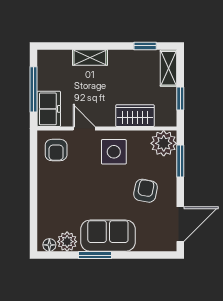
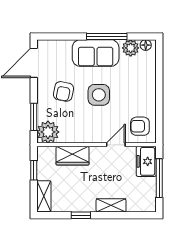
window: (145, 46) -> (81, 215), moved
door: (84, 129) -> (116, 145), swing flipped
armchair: (56, 150) -> (140, 126), turned -90
side table: (114, 152) -> (99, 95), moved
window: (95, 255) -> (107, 36), width x1.44

